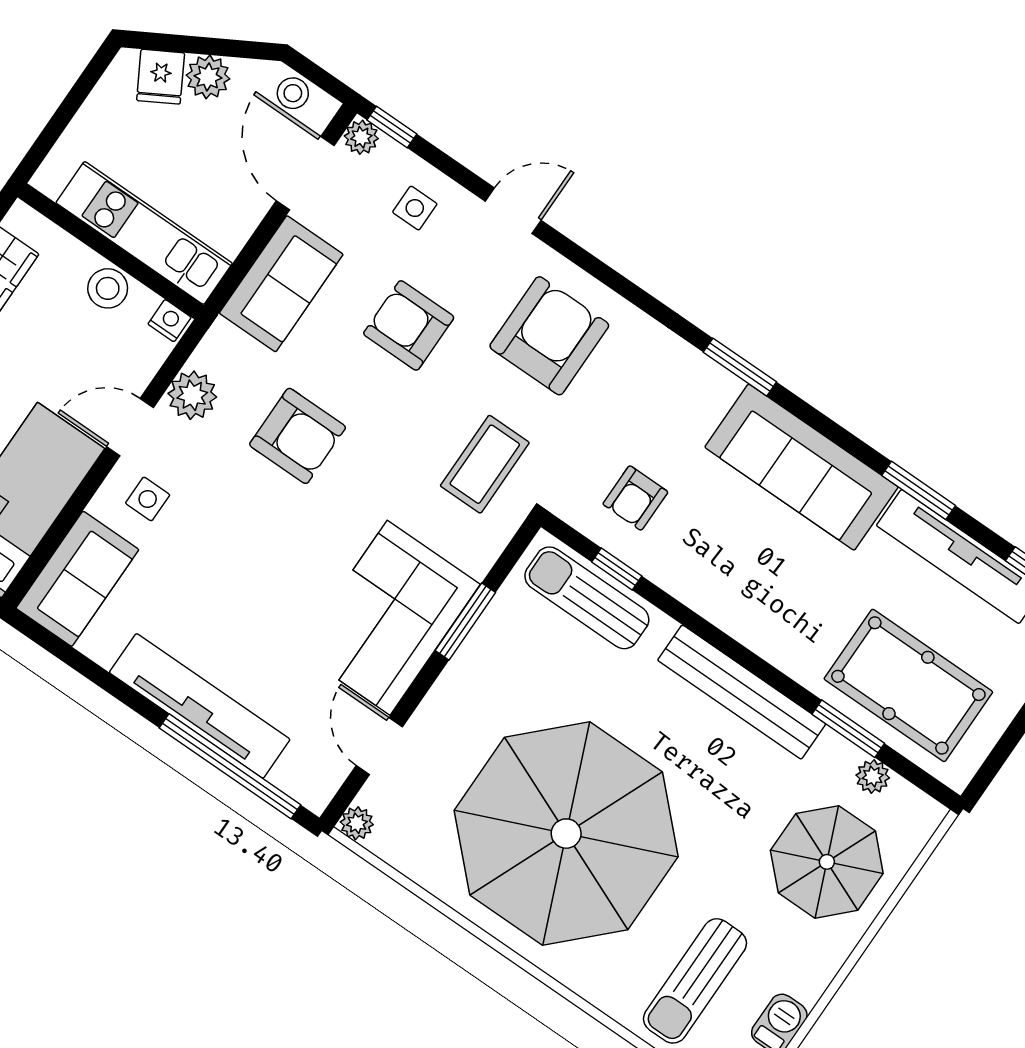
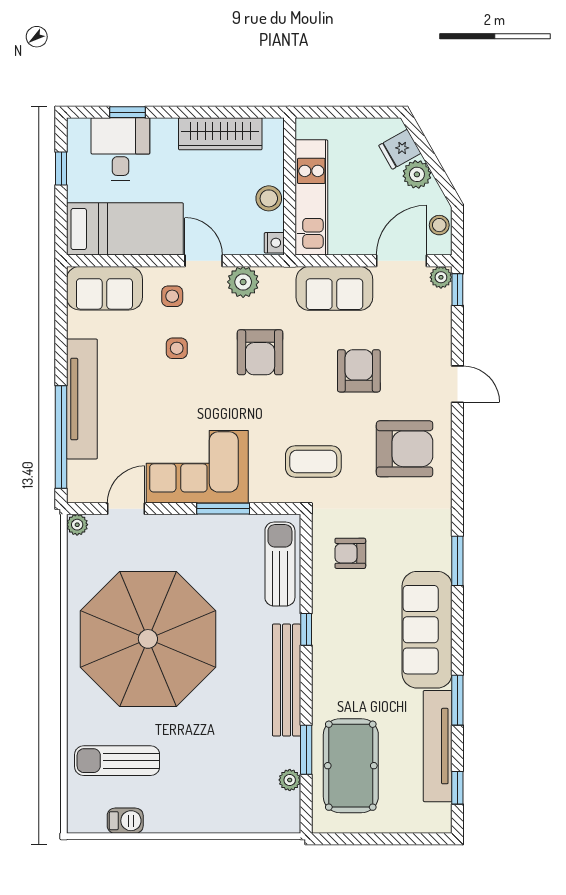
side table: (415, 208) -> (177, 348), moved
window: (617, 569) -> (306, 629), moved
parasol: (827, 862) -> (228, 787), removed

